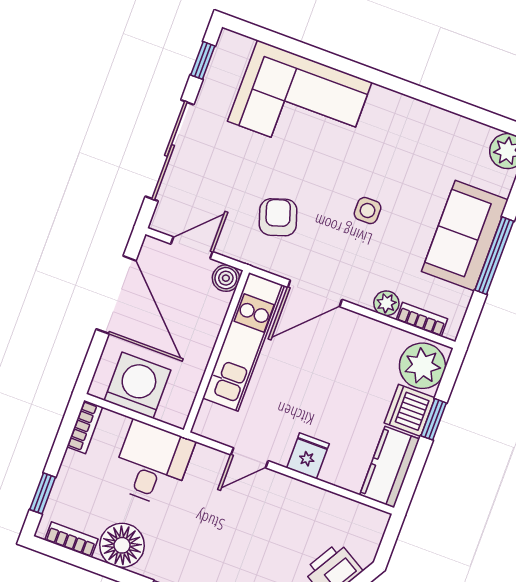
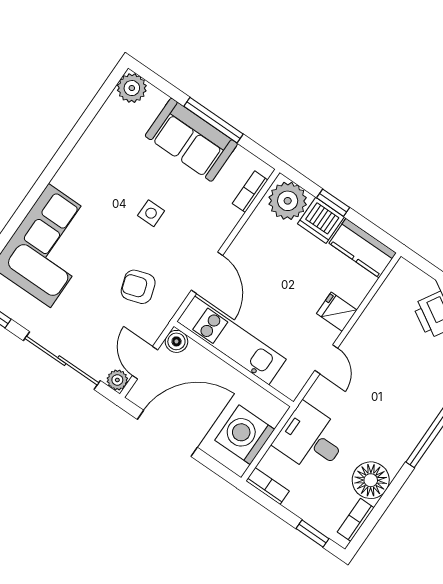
plant: (386, 303) -> (117, 380), moved

